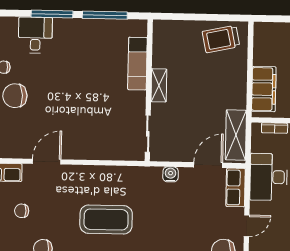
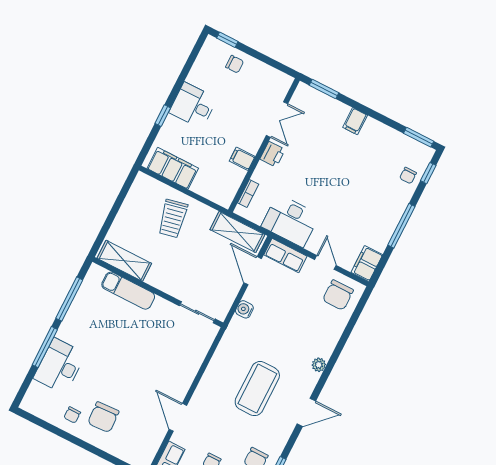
desk: (35, 35) -> (60, 366), width x1.37
trolley: (221, 39) -> (173, 219), moved
shelving: (159, 85) -> (124, 261), moved, width x1.50, depth x1.33
filing cabinet: (264, 89) -> (173, 168), moved

